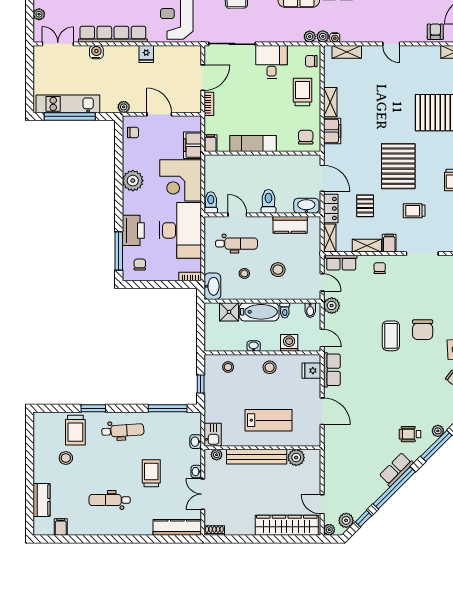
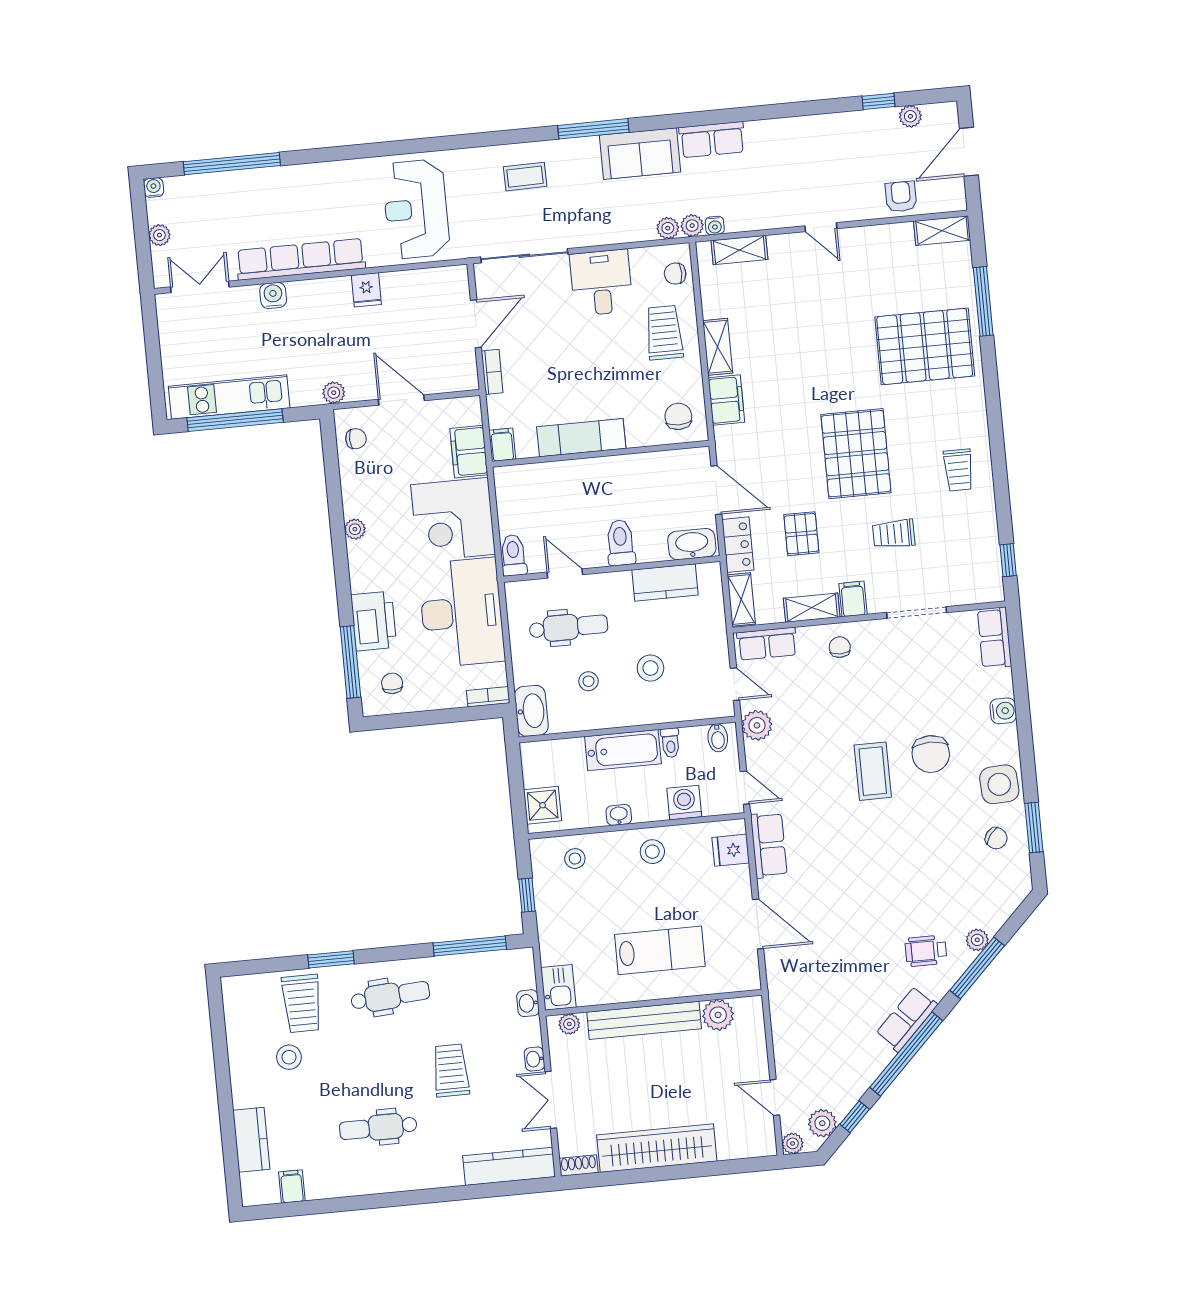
plant: (133, 181) -> (355, 529), width x0.53, depth x0.53
shower: (229, 312) -> (543, 805), moved
wardrobe: (287, 525) -> (657, 1148), moved

